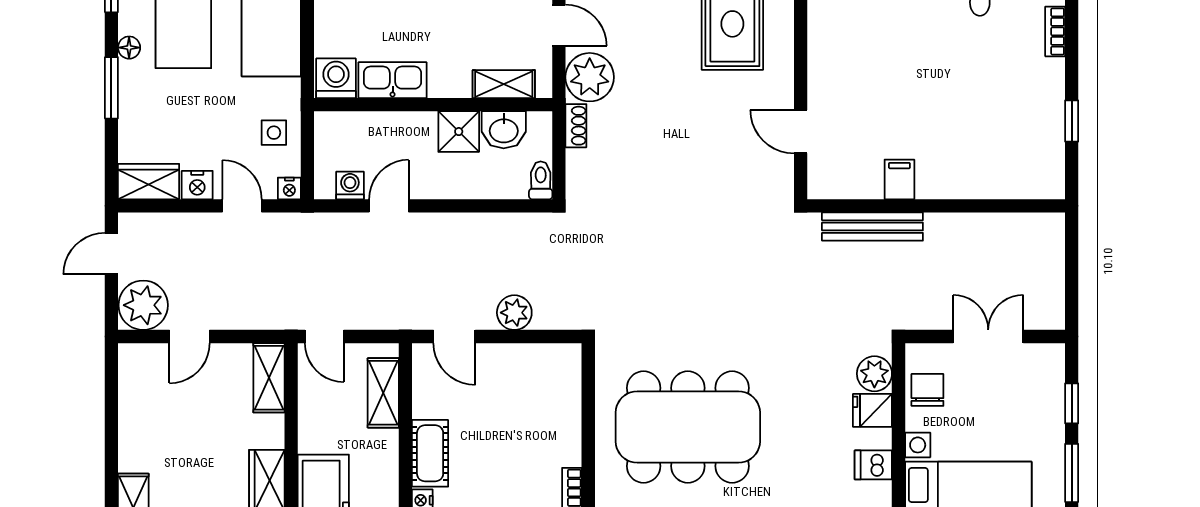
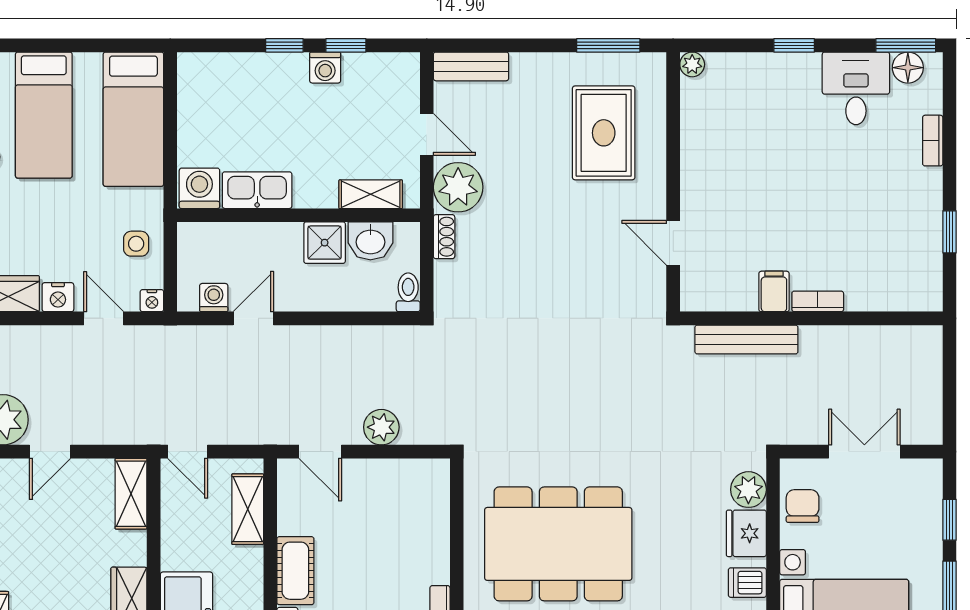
bookcase: (942, 189) -> (818, 301), added
fridge: (872, 410) -> (746, 533), width x1.38

